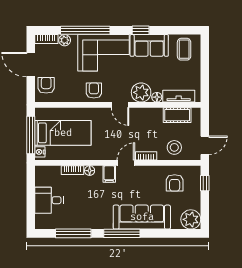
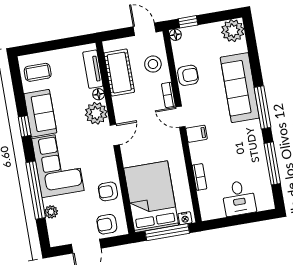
bookcase: (46, 39) -> (53, 233), removed
armchair: (94, 91) -> (108, 191), moved
cot: (177, 115) -> (119, 73), width x1.37, depth x1.34
bed: (63, 133) -> (151, 197), width x1.50
floor lamp: (90, 171) -> (175, 35), moved
armchair: (175, 183) -> (188, 75), moved

